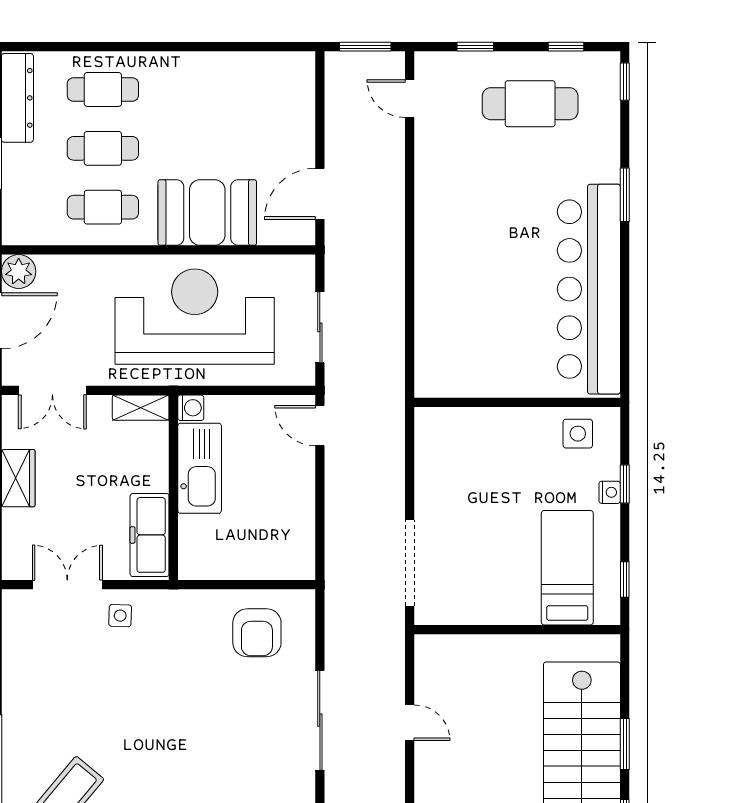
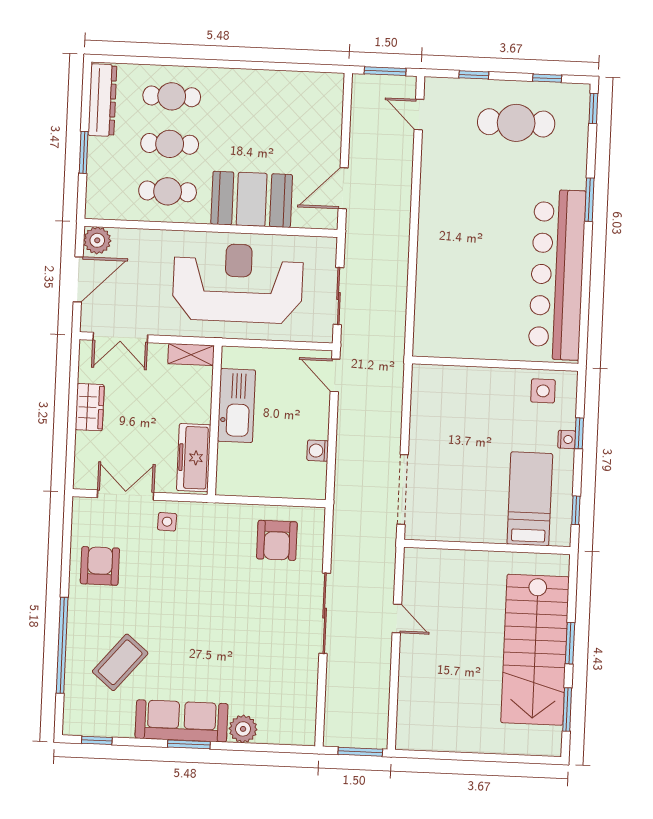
washing machine: (191, 408) -> (318, 451), moved, turned 180
armchair: (39, 674) -> (100, 566), added

